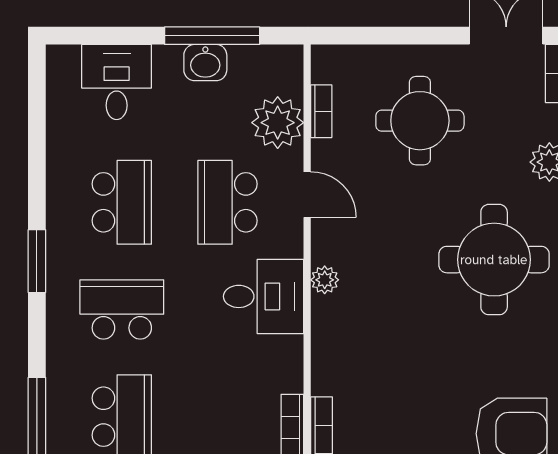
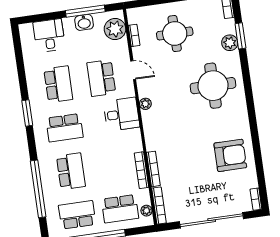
plant: (278, 123) -> (115, 29), moved
school desk: (122, 309) -> (65, 128), turned 180

